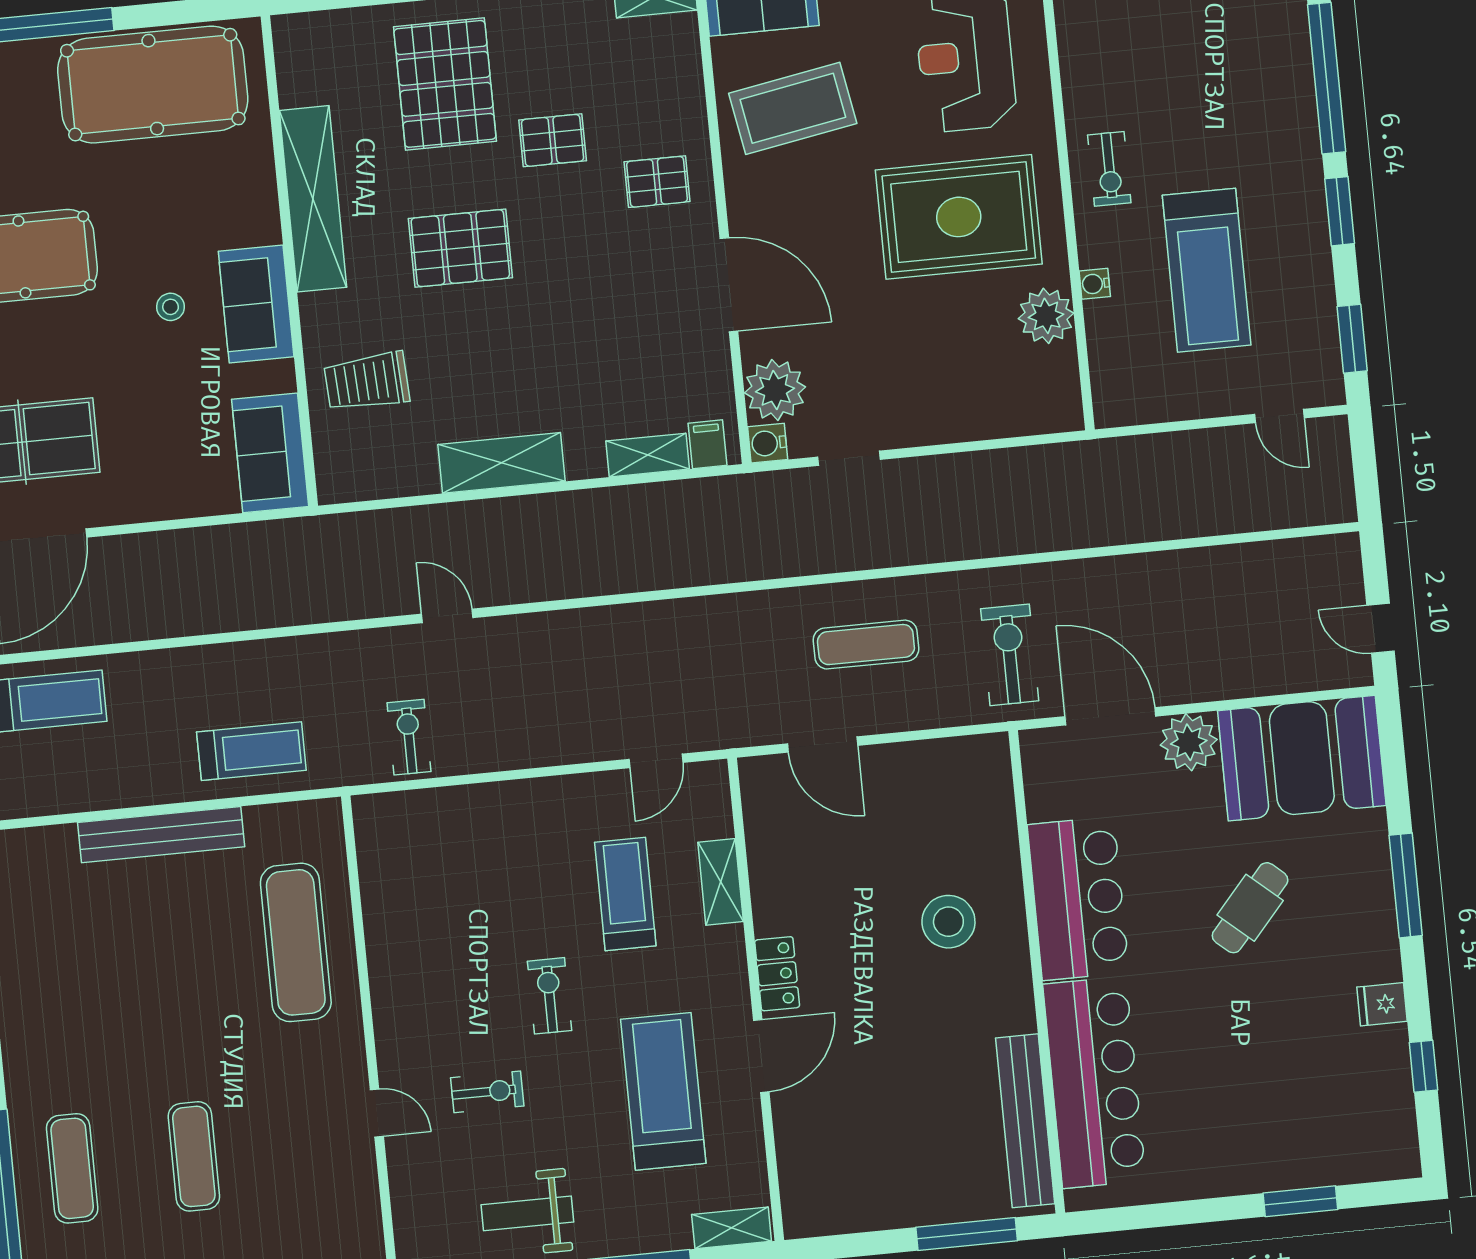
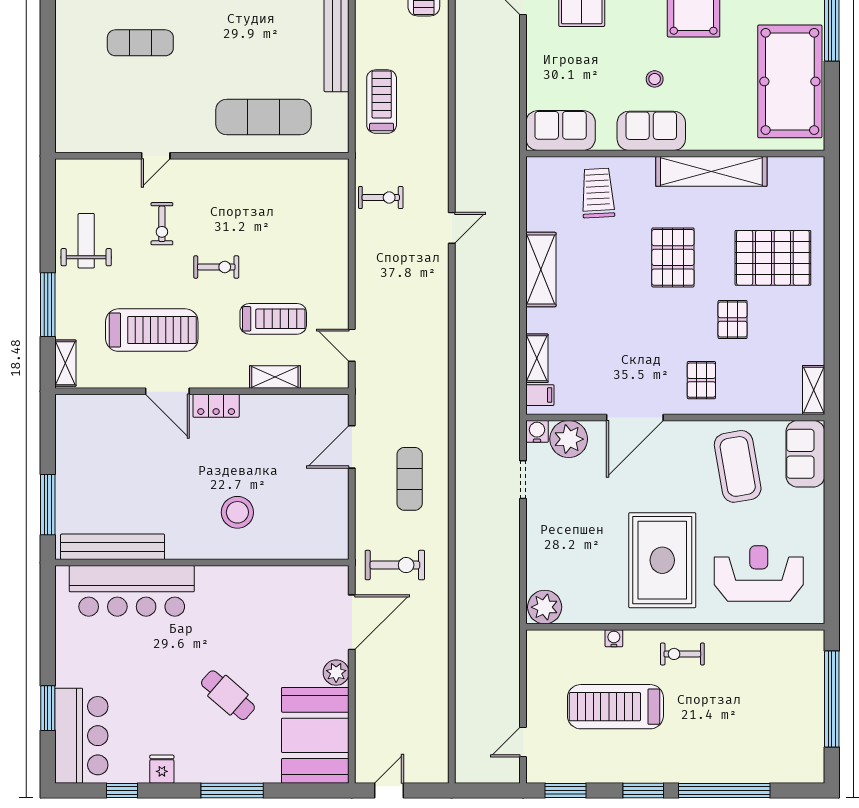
plant: (1046, 316) -> (545, 607), moved
plant: (1189, 742) -> (336, 673), width x0.73, depth x0.73
treadmill: (251, 751) -> (382, 102), turned 180
bar counter: (1078, 898) -> (81, 736), moved, turned -90

